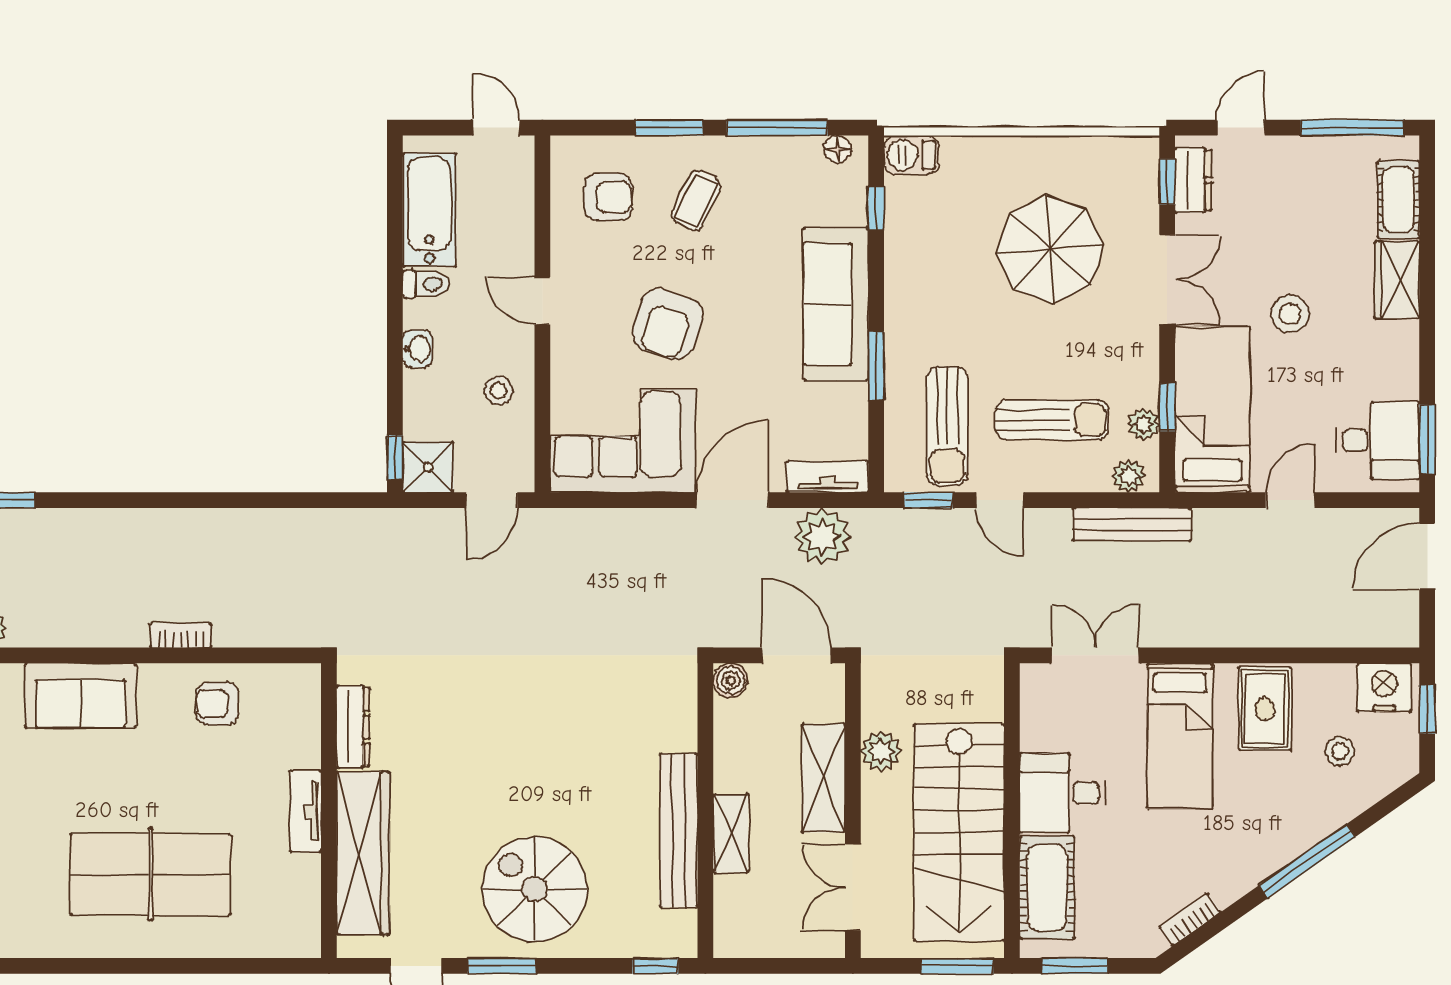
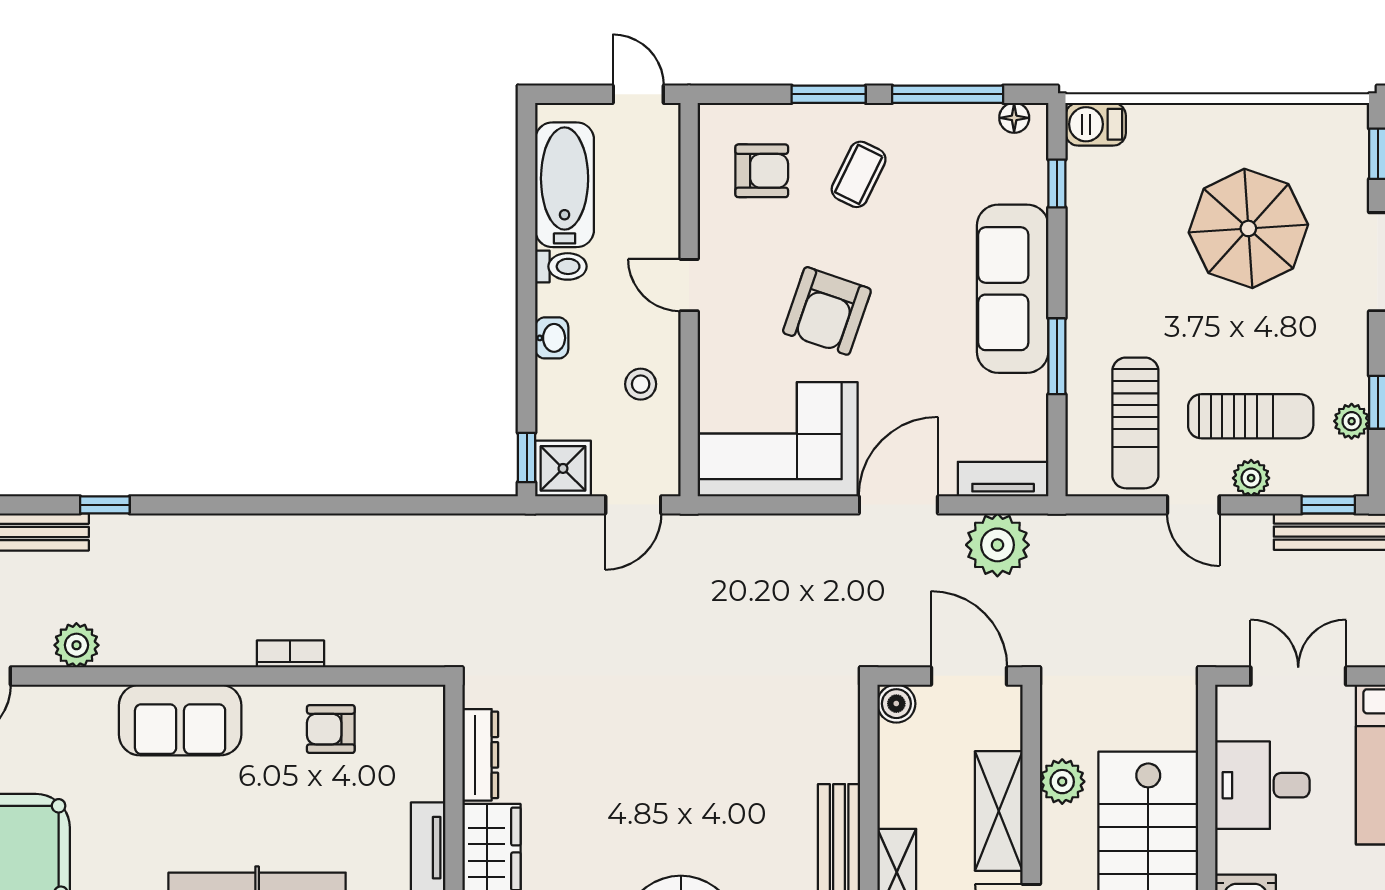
plant: (1129, 476) -> (1251, 478), moved
window: (928, 500) -> (1328, 505), moved
desk: (1063, 793) -> (1262, 785), moved

